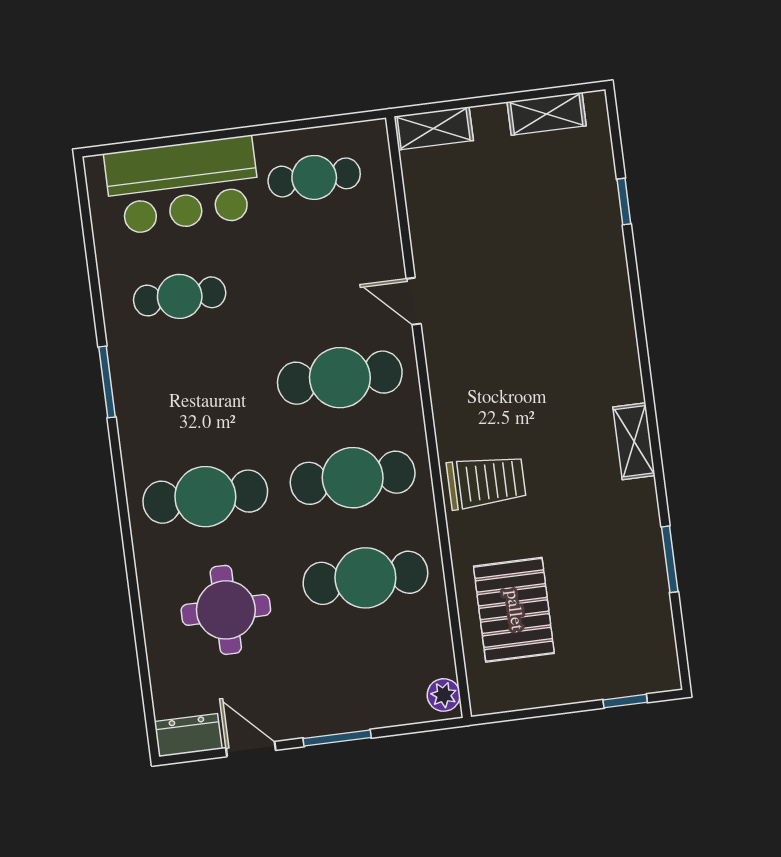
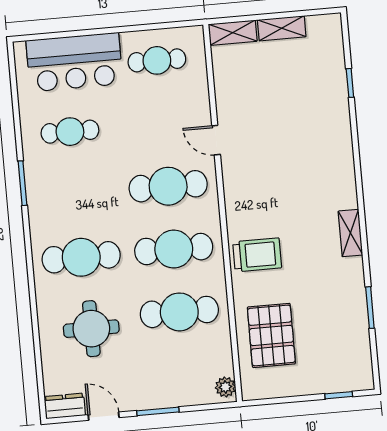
shelving: (547, 114) -> (282, 28), moved

